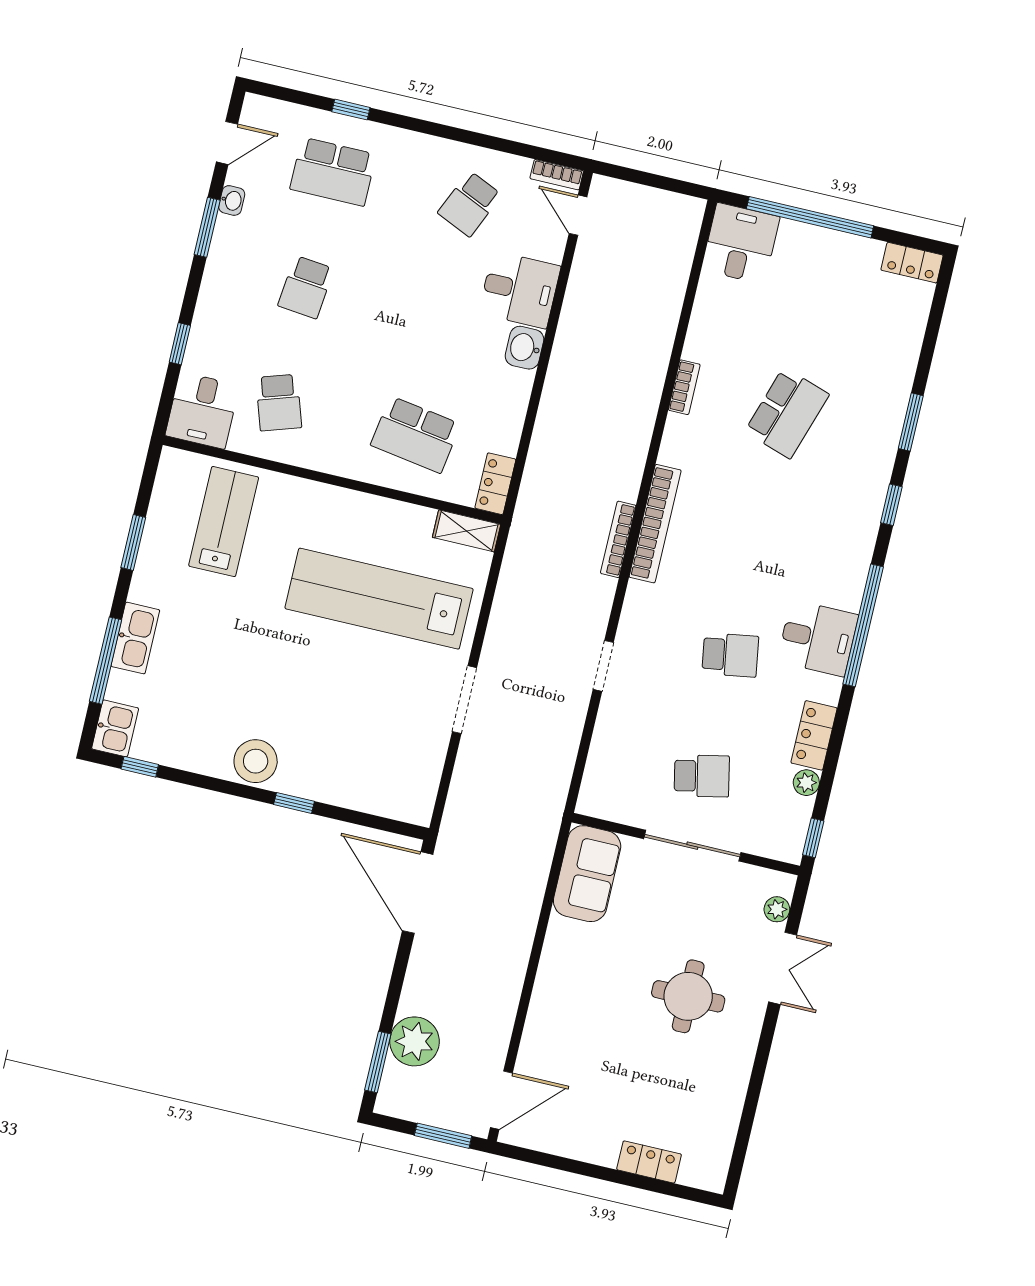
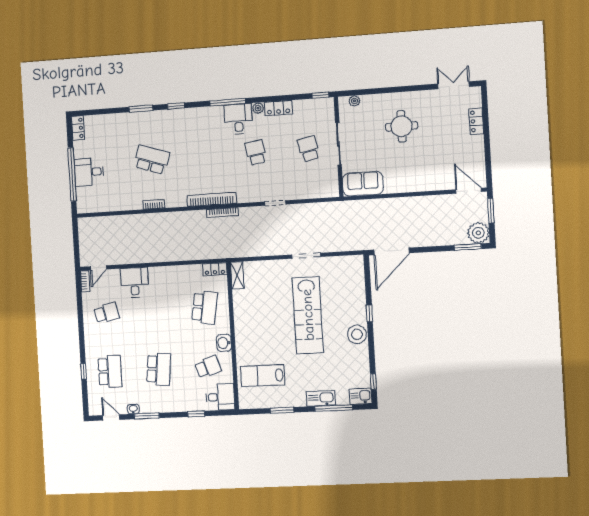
school desk: (470, 204) -> (107, 313), turned -36
desk: (741, 243) -> (89, 172), moved
school desk: (306, 287) -> (159, 369), width x1.85
washbasin: (525, 348) -> (224, 343), moved, turned 90
lab bench: (379, 599) -> (308, 315), moved
window: (863, 625) -> (228, 102), width x0.68
plant: (806, 783) -> (258, 108), moved
double door: (783, 968) -> (454, 85), moved
plant: (415, 1041) -> (478, 233), moved

